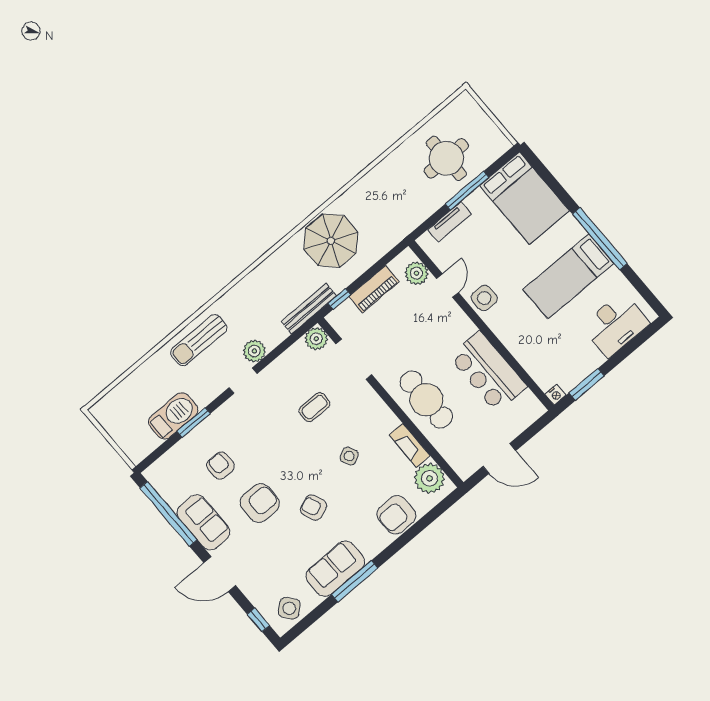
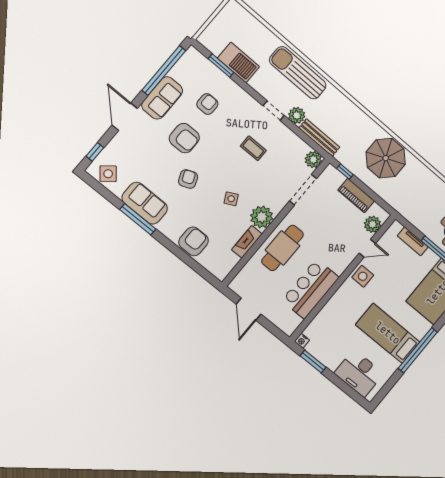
bench: (309, 309) -> (319, 138), moved
sun lounger: (199, 340) -> (298, 73), width x1.36, depth x1.34
coffee table: (314, 407) -> (253, 148), moved
window: (194, 423) -> (221, 66), moved
plant: (430, 478) -> (262, 217), moved
armchair: (396, 515) -> (194, 241), turned 90

